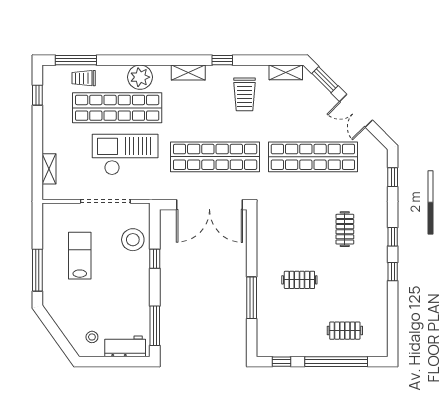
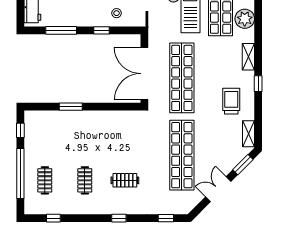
trolley: (244, 94) -> (231, 101), turned 90
stool: (133, 240) -> (117, 13), width x0.53, depth x0.53
window: (393, 272) -> (53, 218), moved
clothes rail: (299, 280) -> (85, 180), moved
window: (252, 298) -> (71, 107), width x0.69
window: (155, 326) -> (61, 30), moved

